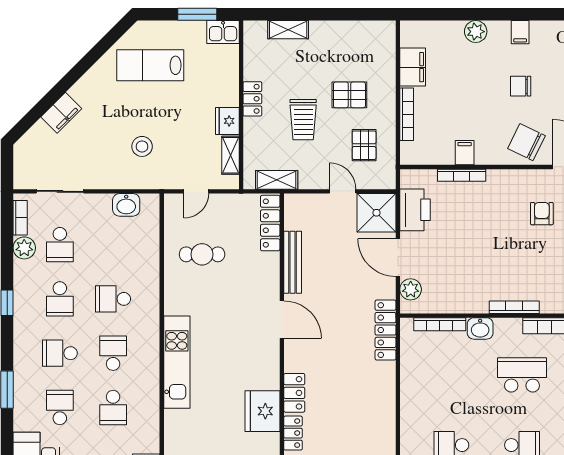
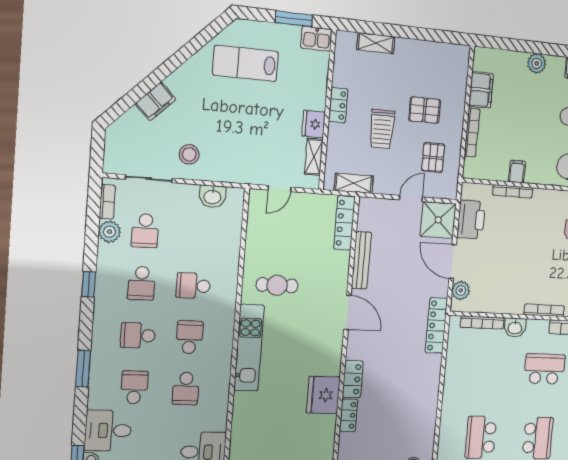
stool: (142, 146) -> (189, 154), moved
door: (343, 191) -> (411, 198), hinge flipped
cafe table: (202, 254) -> (277, 285), moved

